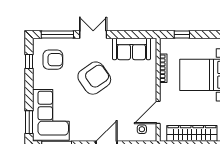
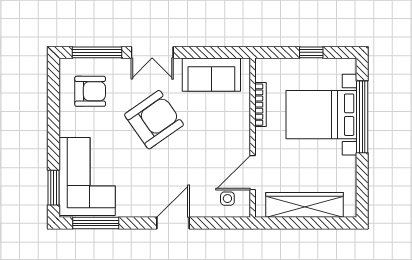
double door: (93, 34) -> (152, 52), swing flipped
window: (182, 34) -> (311, 52), moved
window: (29, 61) -> (53, 94), removed

